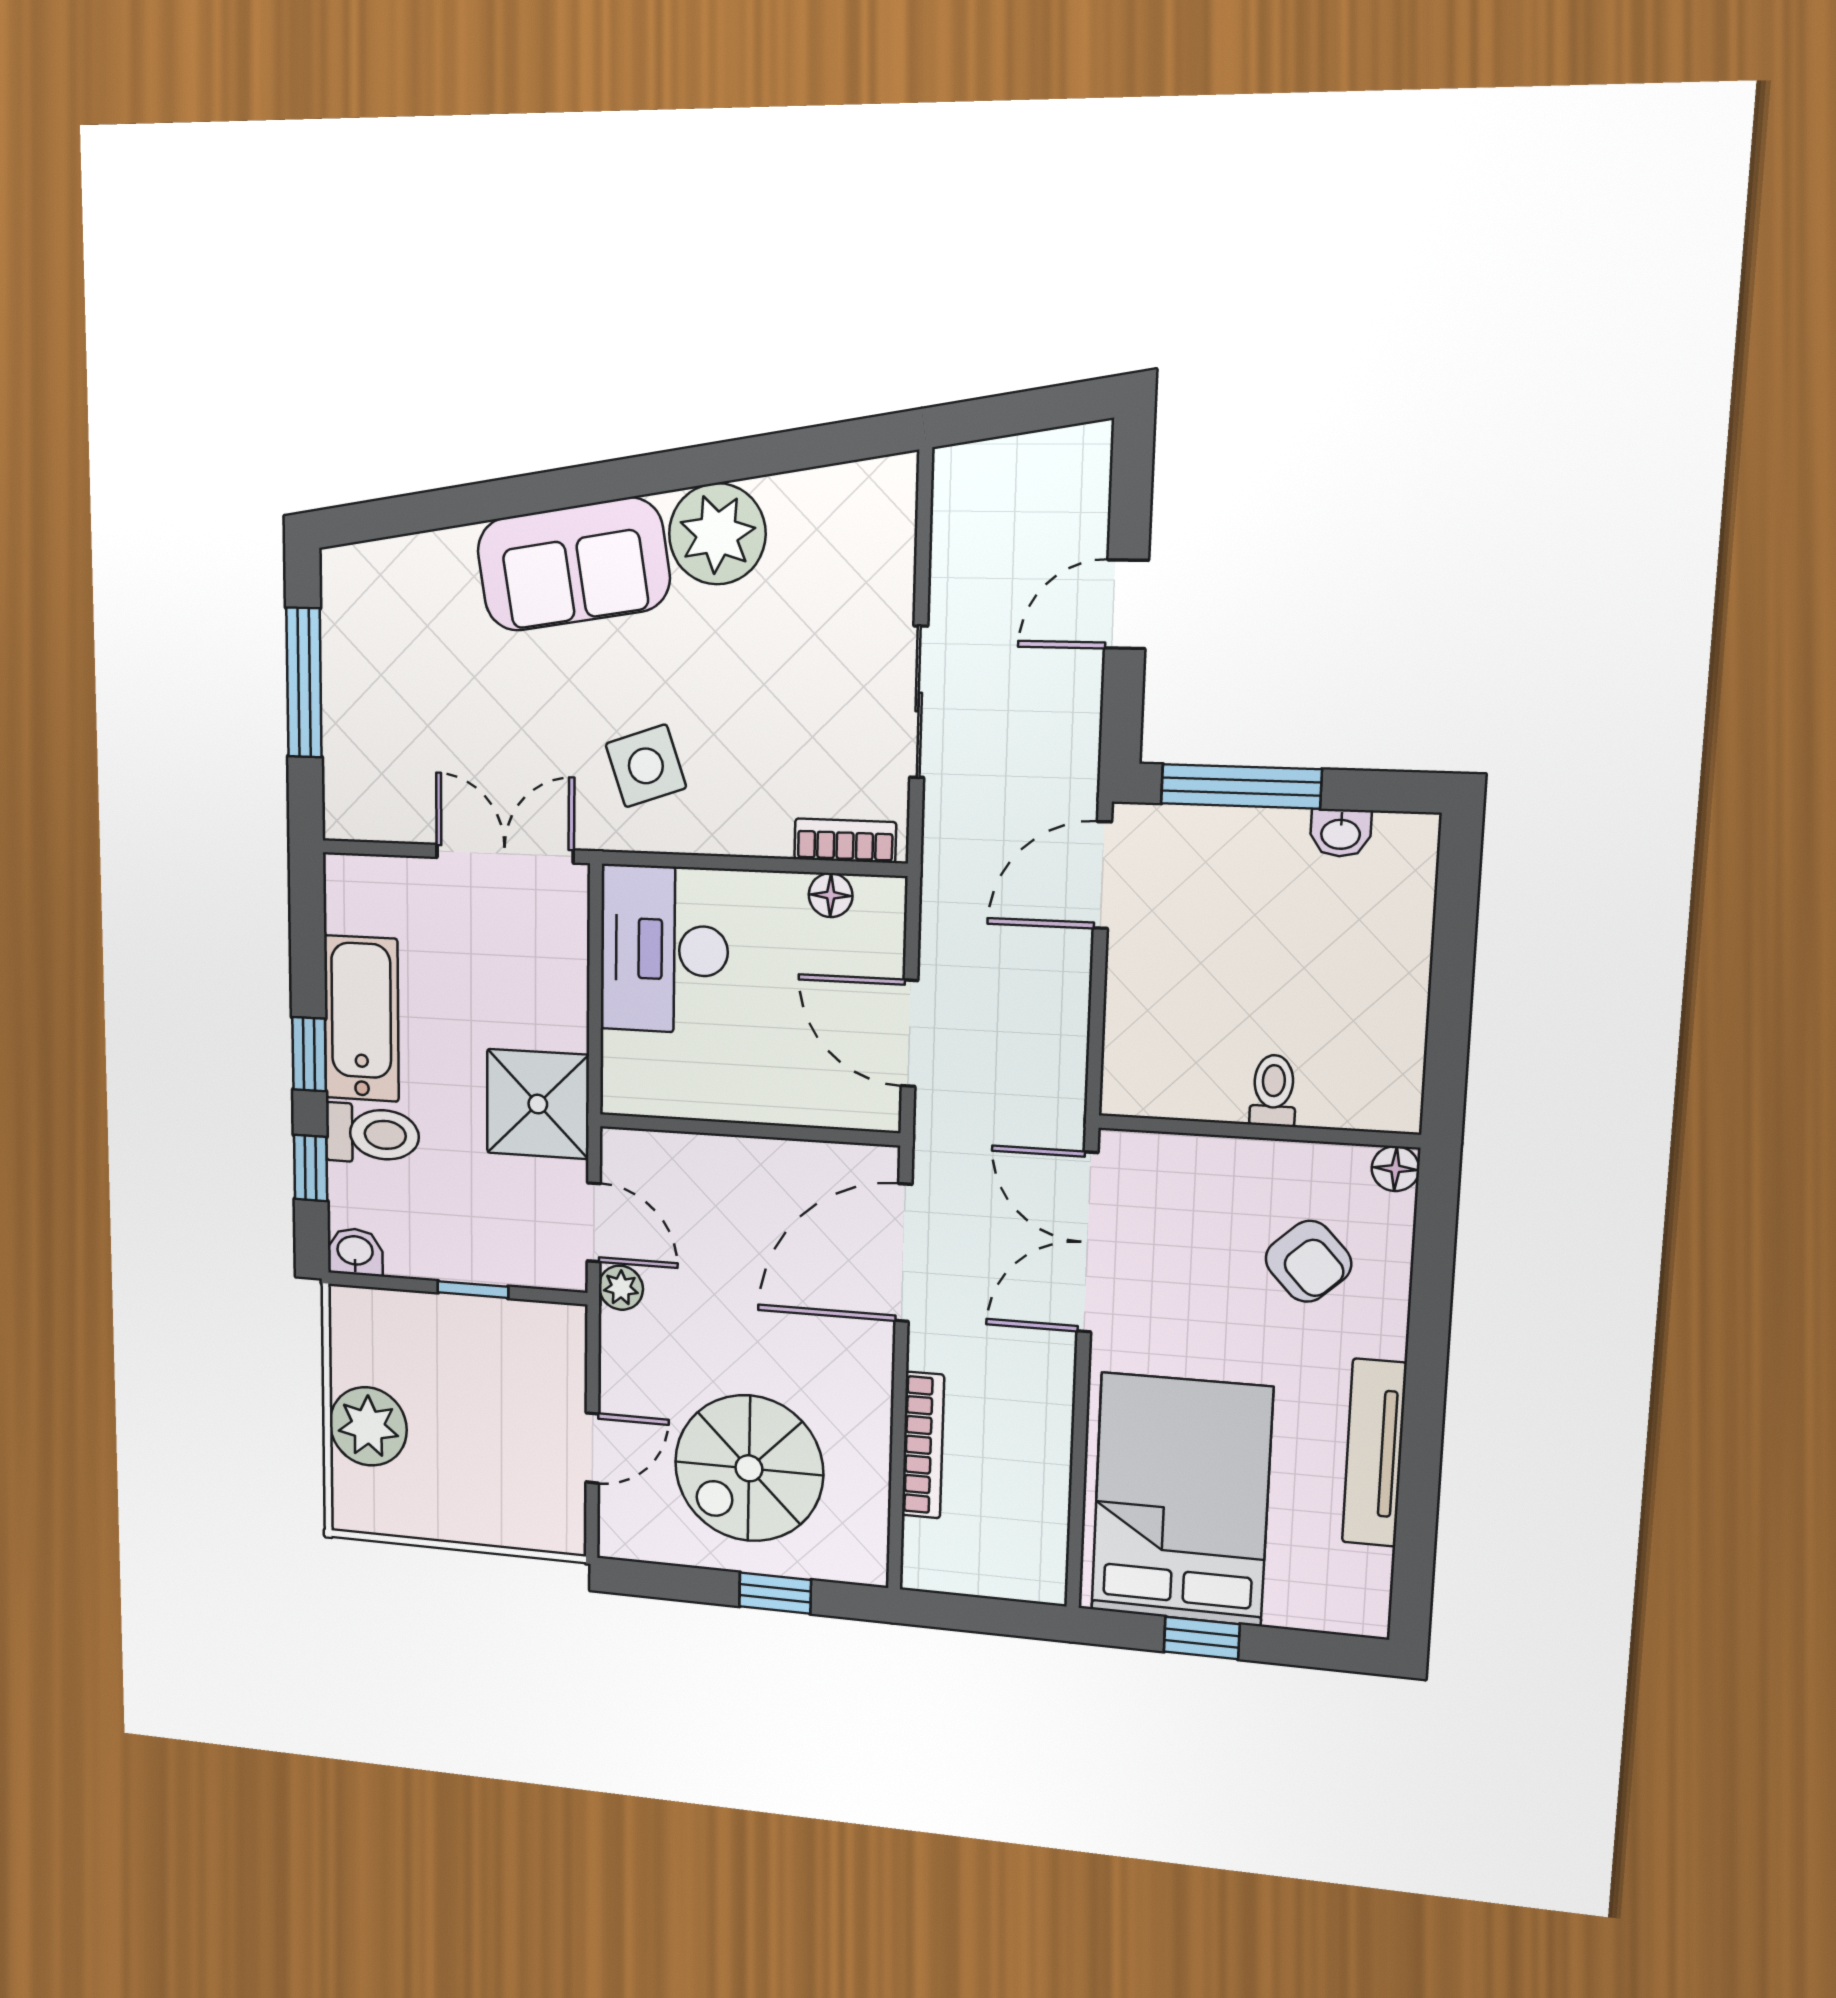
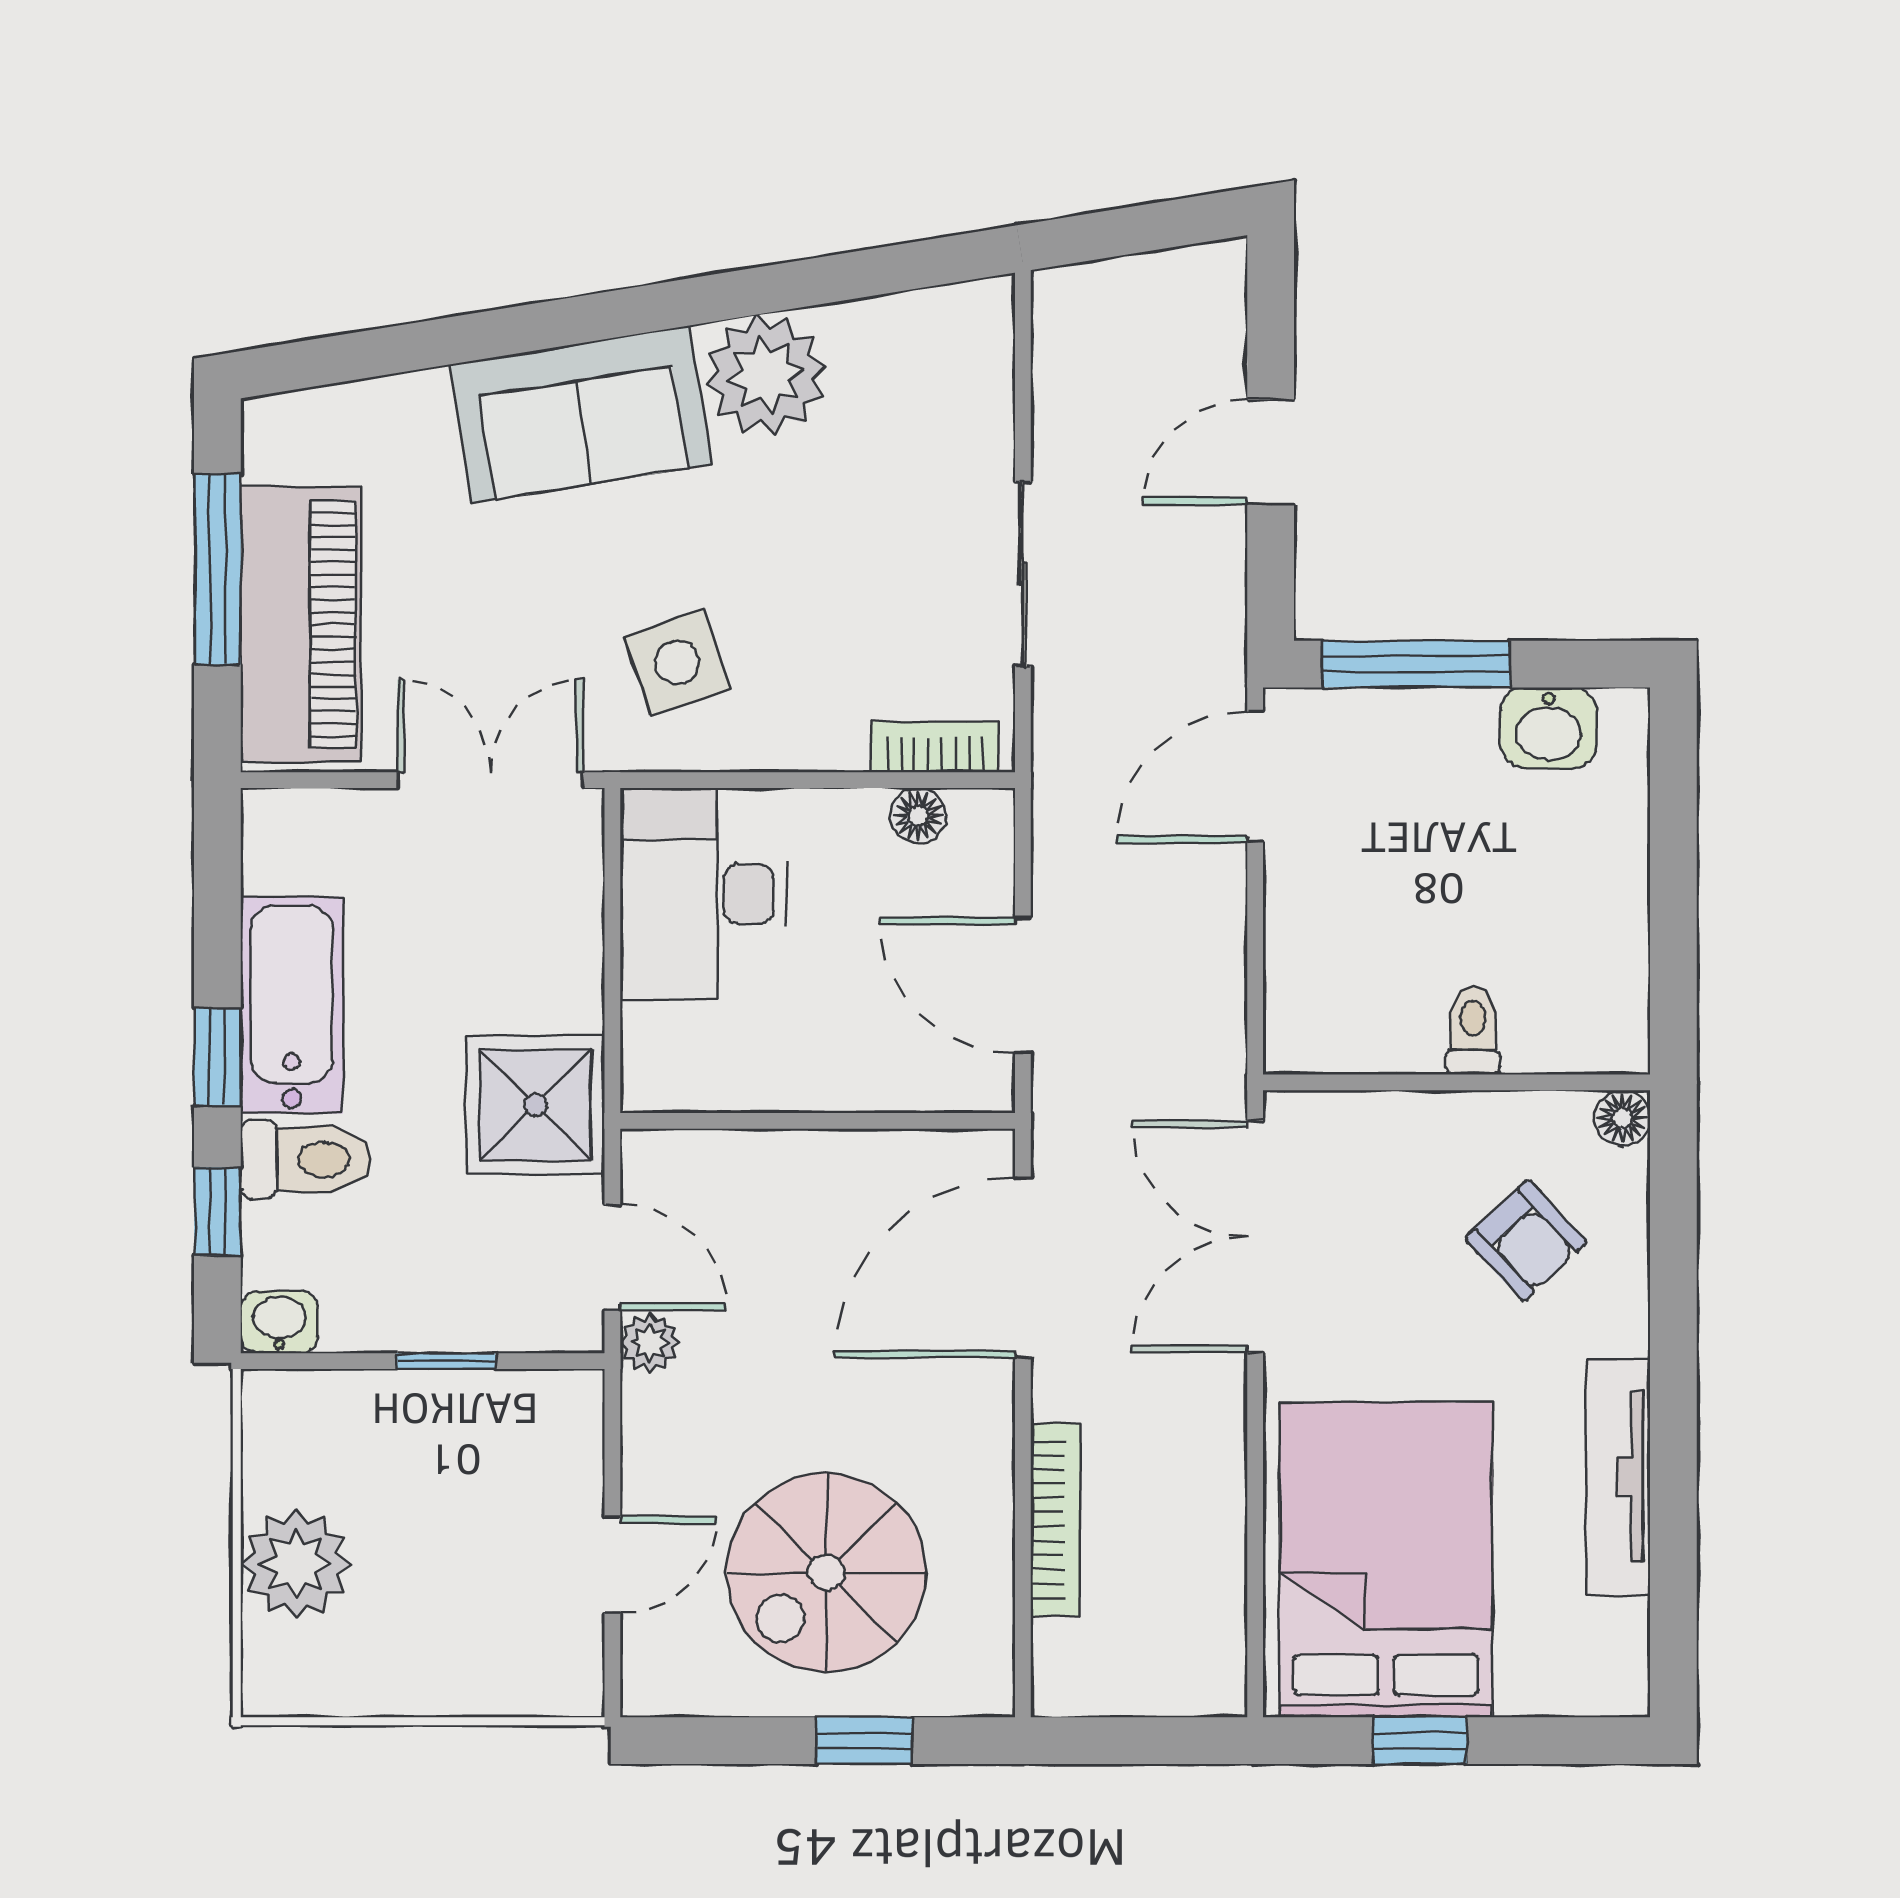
piano: (365, 727) -> (301, 624), added
washbasin: (1341, 833) -> (1549, 728), width x1.38, depth x1.45

